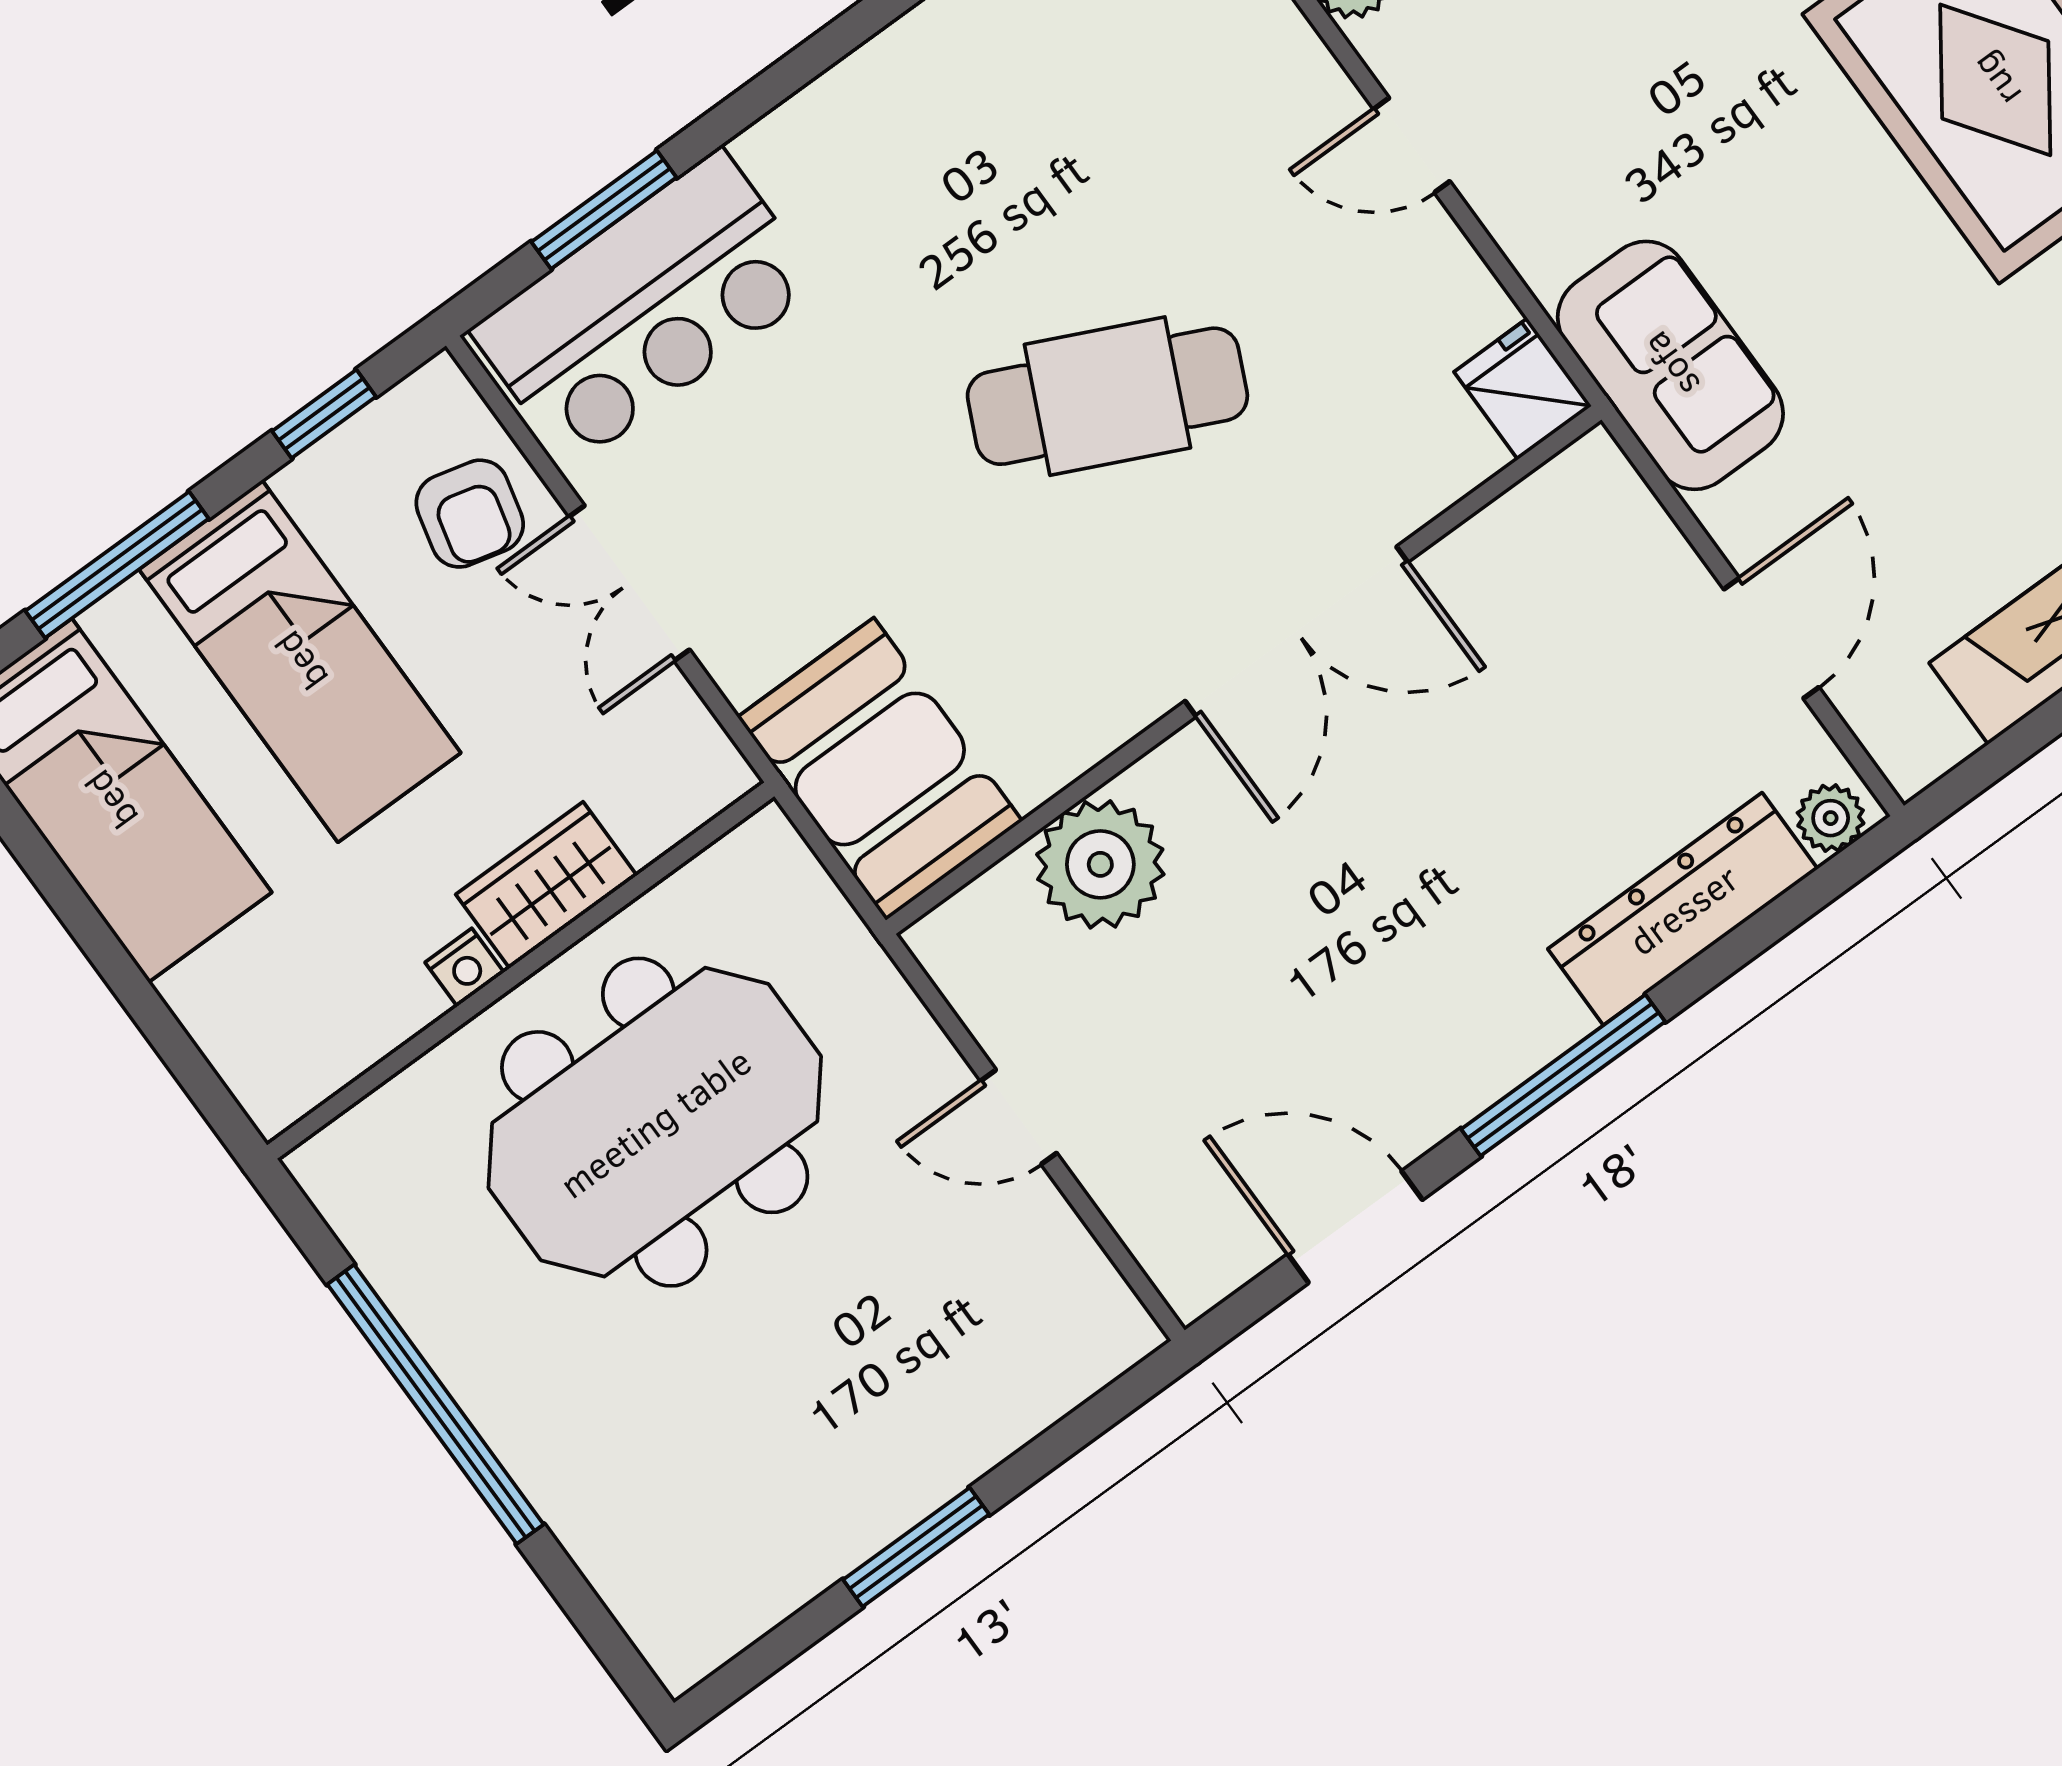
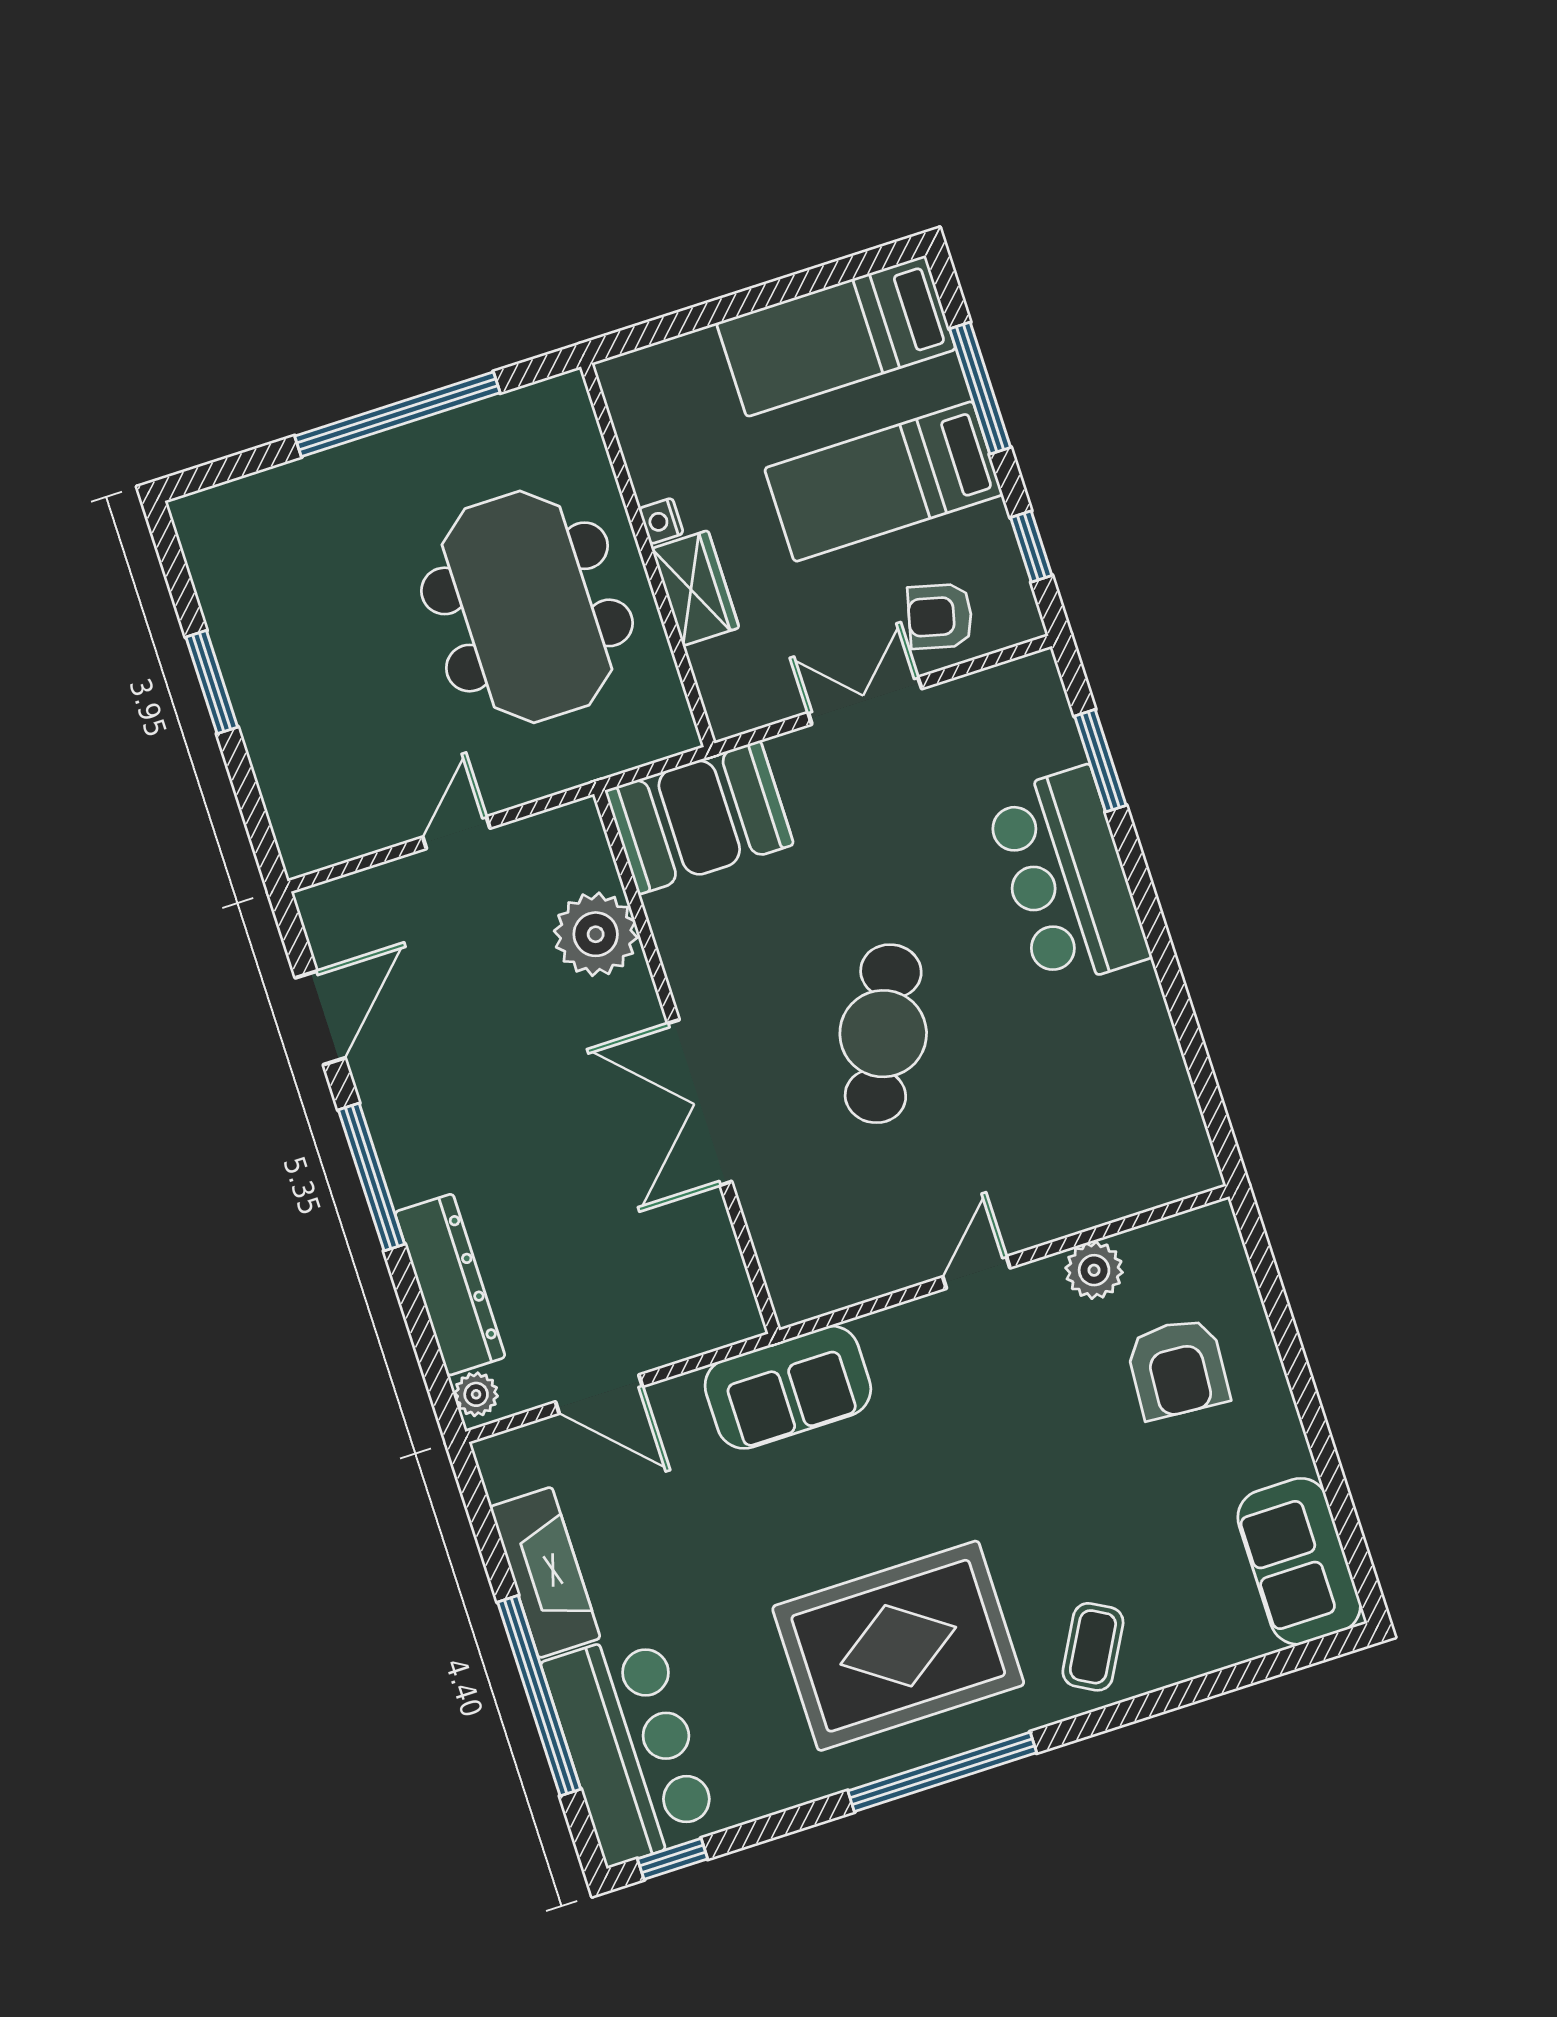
bar counter: (646, 308) -> (1067, 878), moved
fridge: (1523, 389) -> (803, 1291), removed

